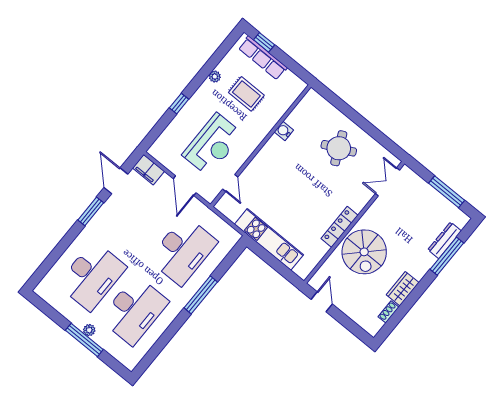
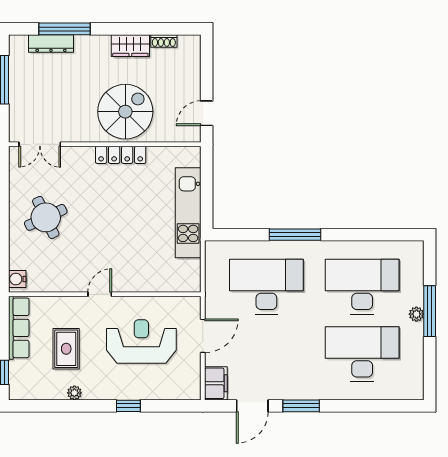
row of seats: (263, 58) -> (19, 328), moved
water cooler: (284, 131) -> (17, 279), moved, turned 90
door: (230, 183) -> (100, 294), moved

